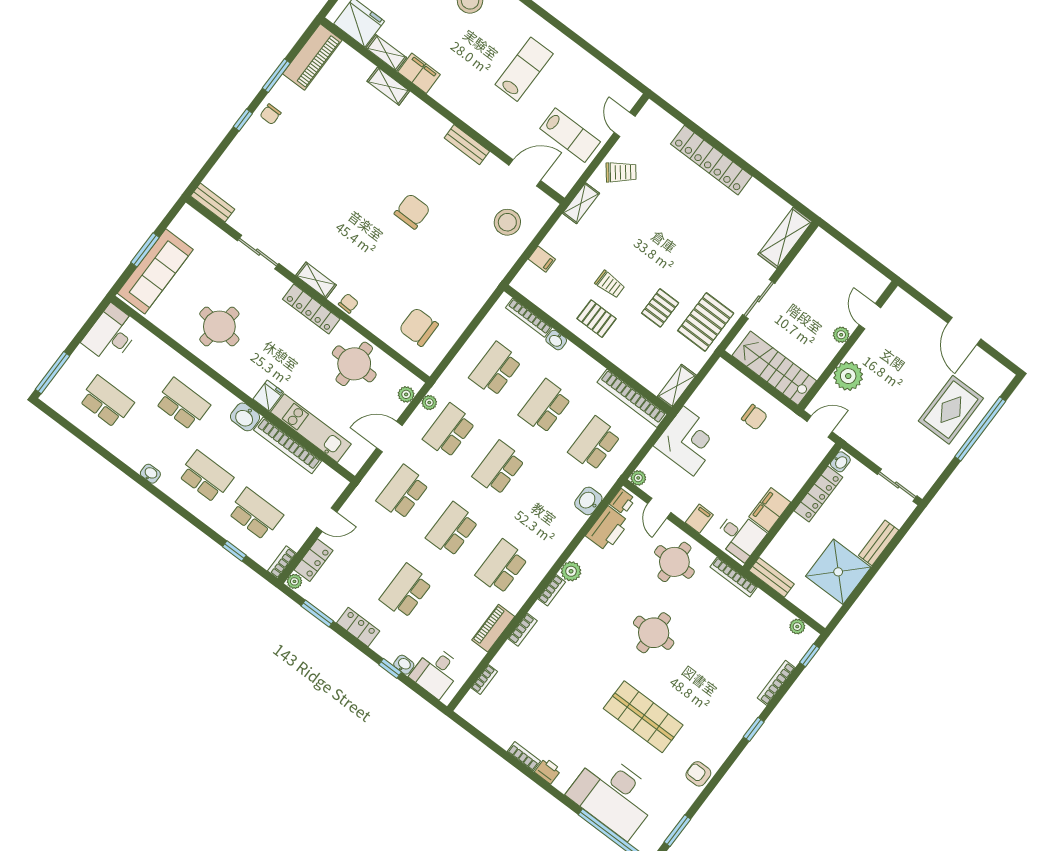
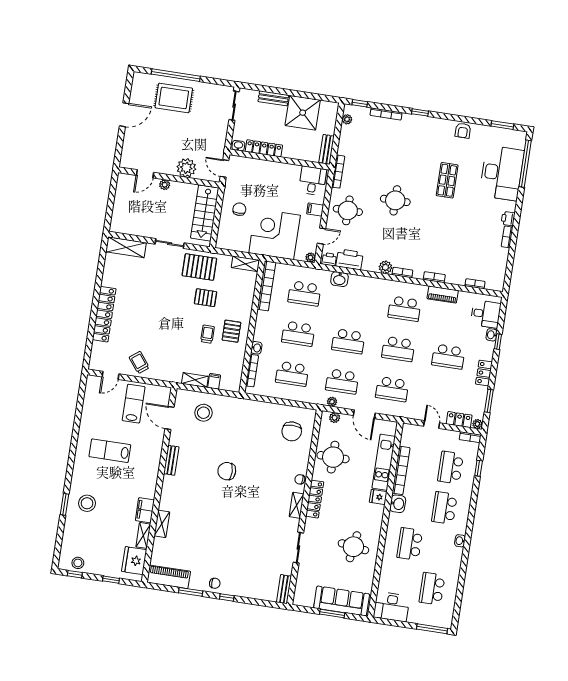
shelving: (581, 203) -> (195, 380), moved
corner desk: (688, 441) -> (275, 234), width x1.36, depth x1.36
filing cabinet: (770, 510) -> (288, 172), removed
shop shelf: (643, 717) -> (447, 180), width x0.70, depth x0.74

